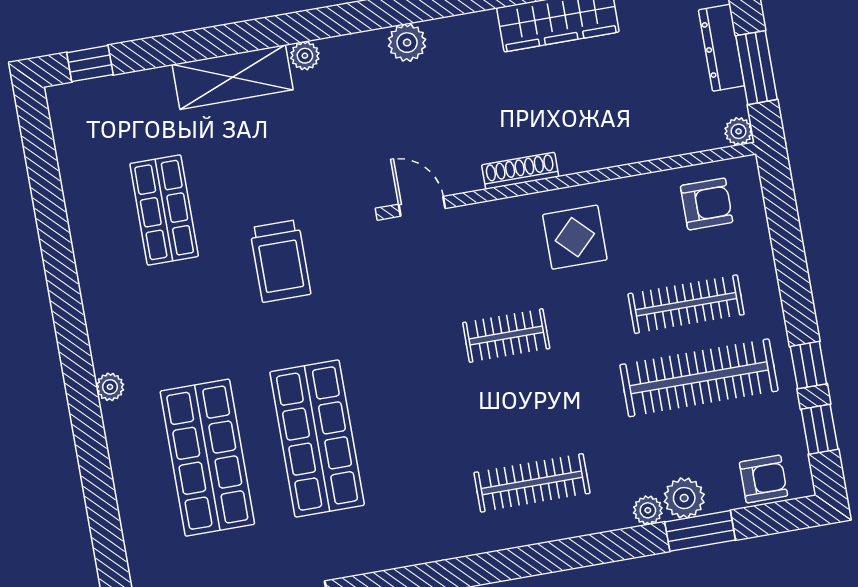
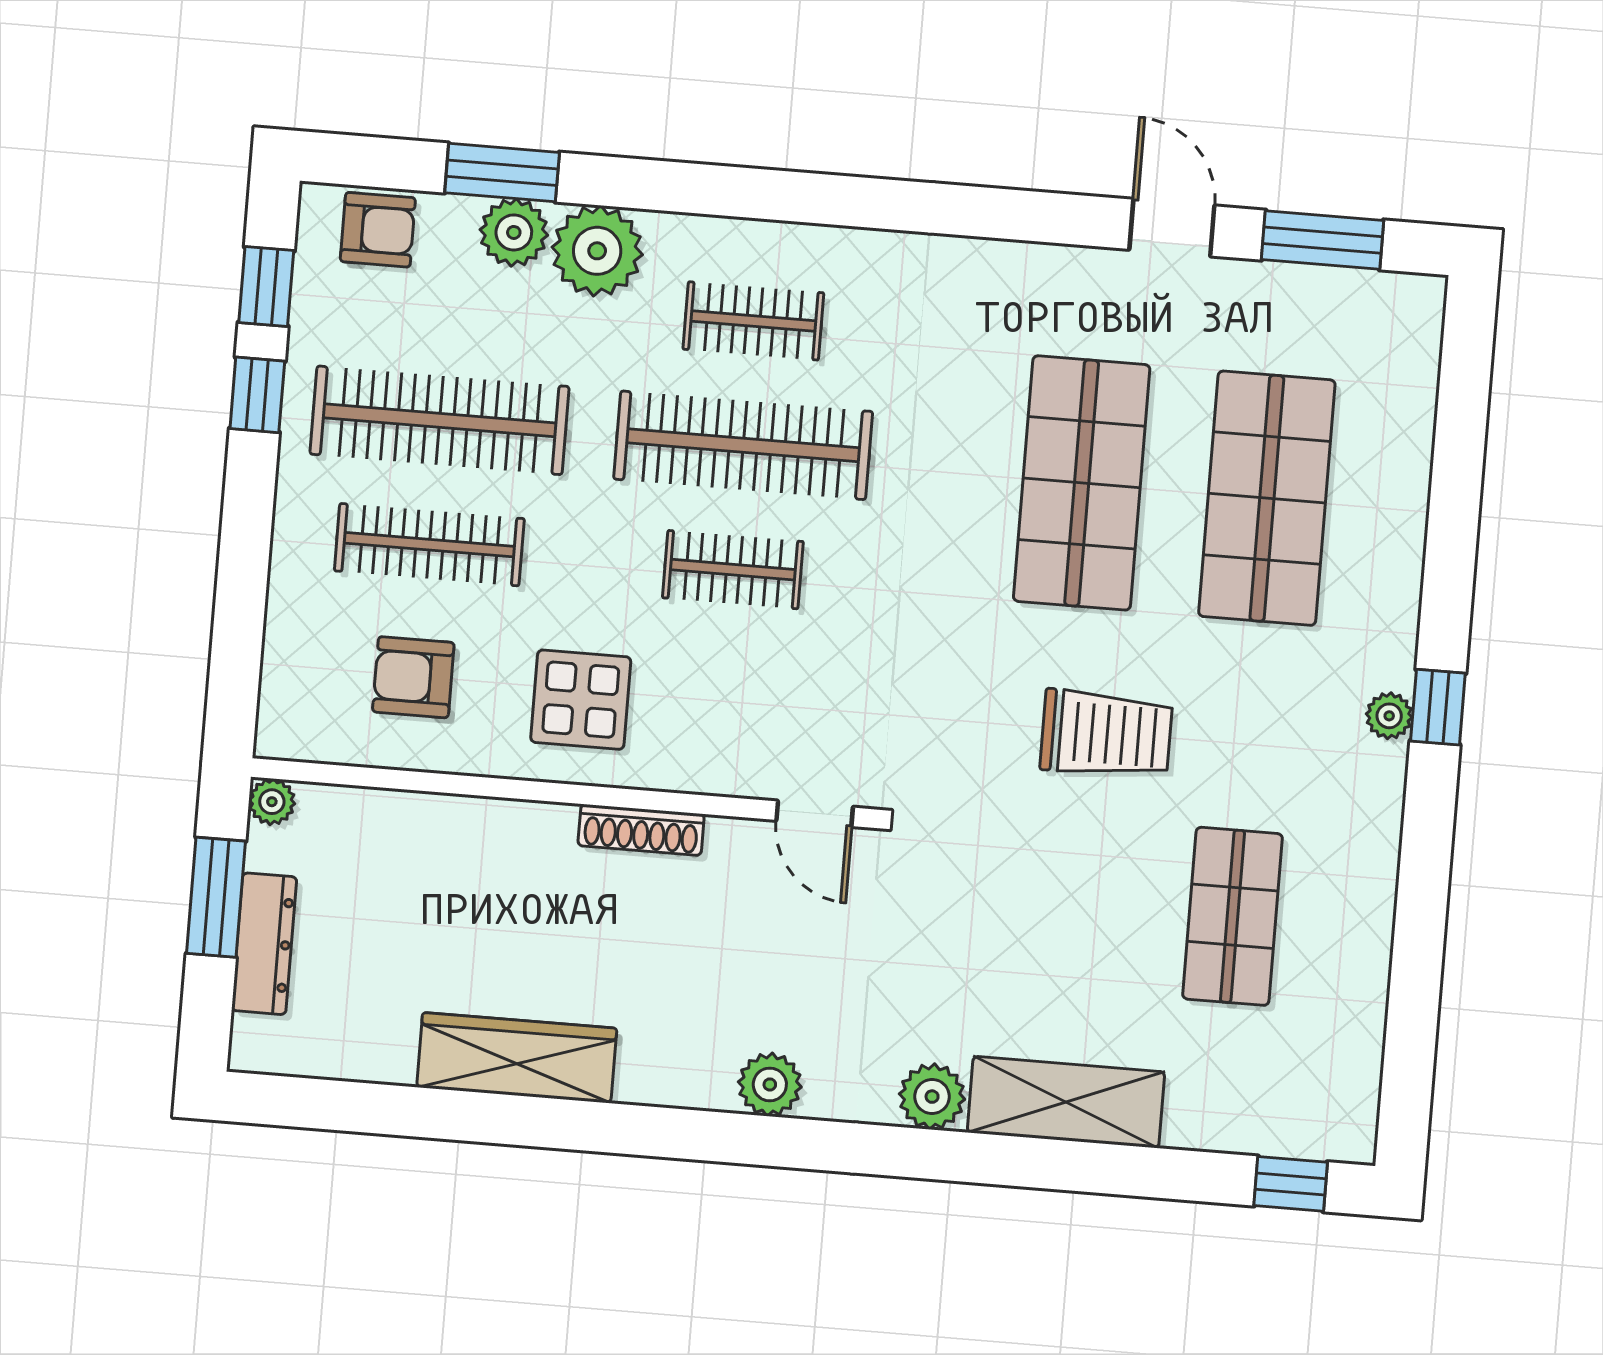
plant: (305, 56) -> (932, 1097), width x1.38, depth x1.38
armchair: (707, 204) -> (413, 677), moved
trolley: (280, 261) -> (1106, 734), moved, turned 90
window: (77, 362) -> (1438, 707), added
plant: (110, 387) -> (1389, 716), moved
clothes rail: (519, 409) -> (743, 445), added
armchair: (763, 479) -> (378, 230), turned 180
clothes rail: (532, 483) -> (753, 321), width x0.73
plant: (648, 510) -> (597, 251), width x1.87, depth x1.87

